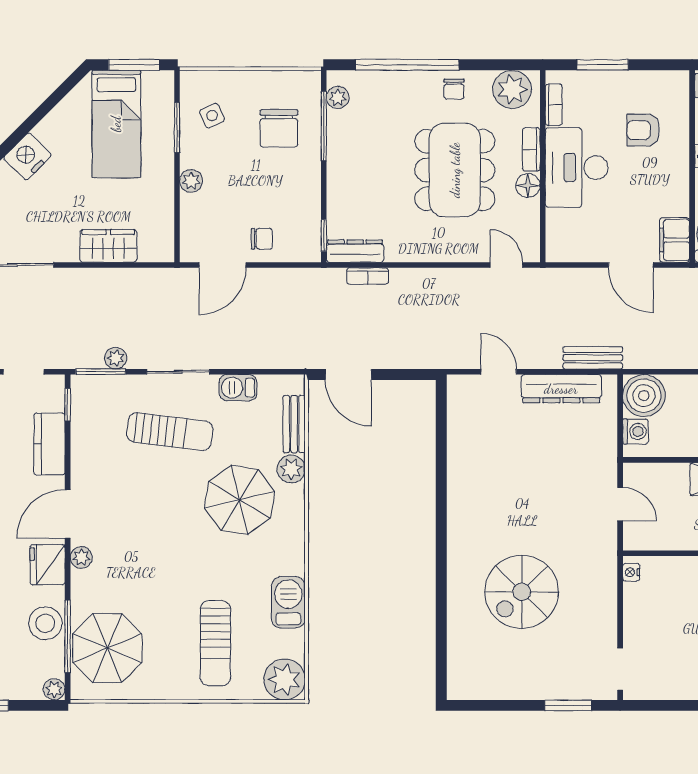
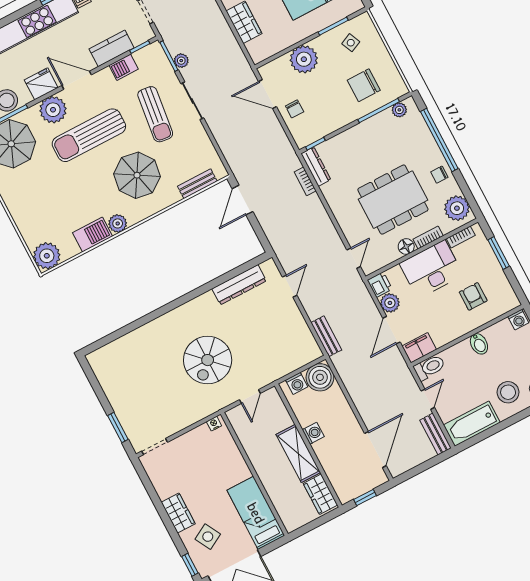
plant: (191, 181) -> (304, 59), width x1.87, depth x1.87
printer: (561, 248) -> (380, 285), added
plant: (593, 248) -> (390, 303), added
barbecue: (238, 388) -> (124, 67), moved, turned -90
dresser: (561, 389) -> (239, 285), moved, turned -90
plant: (291, 469) -> (118, 223), moved
plant: (81, 557) -> (53, 110), width x1.88, depth x1.88
spiral stairs: (522, 592) -> (208, 360), moved, turned -90
sun lounger: (215, 643) -> (89, 135), moved, width x1.36, depth x1.34

